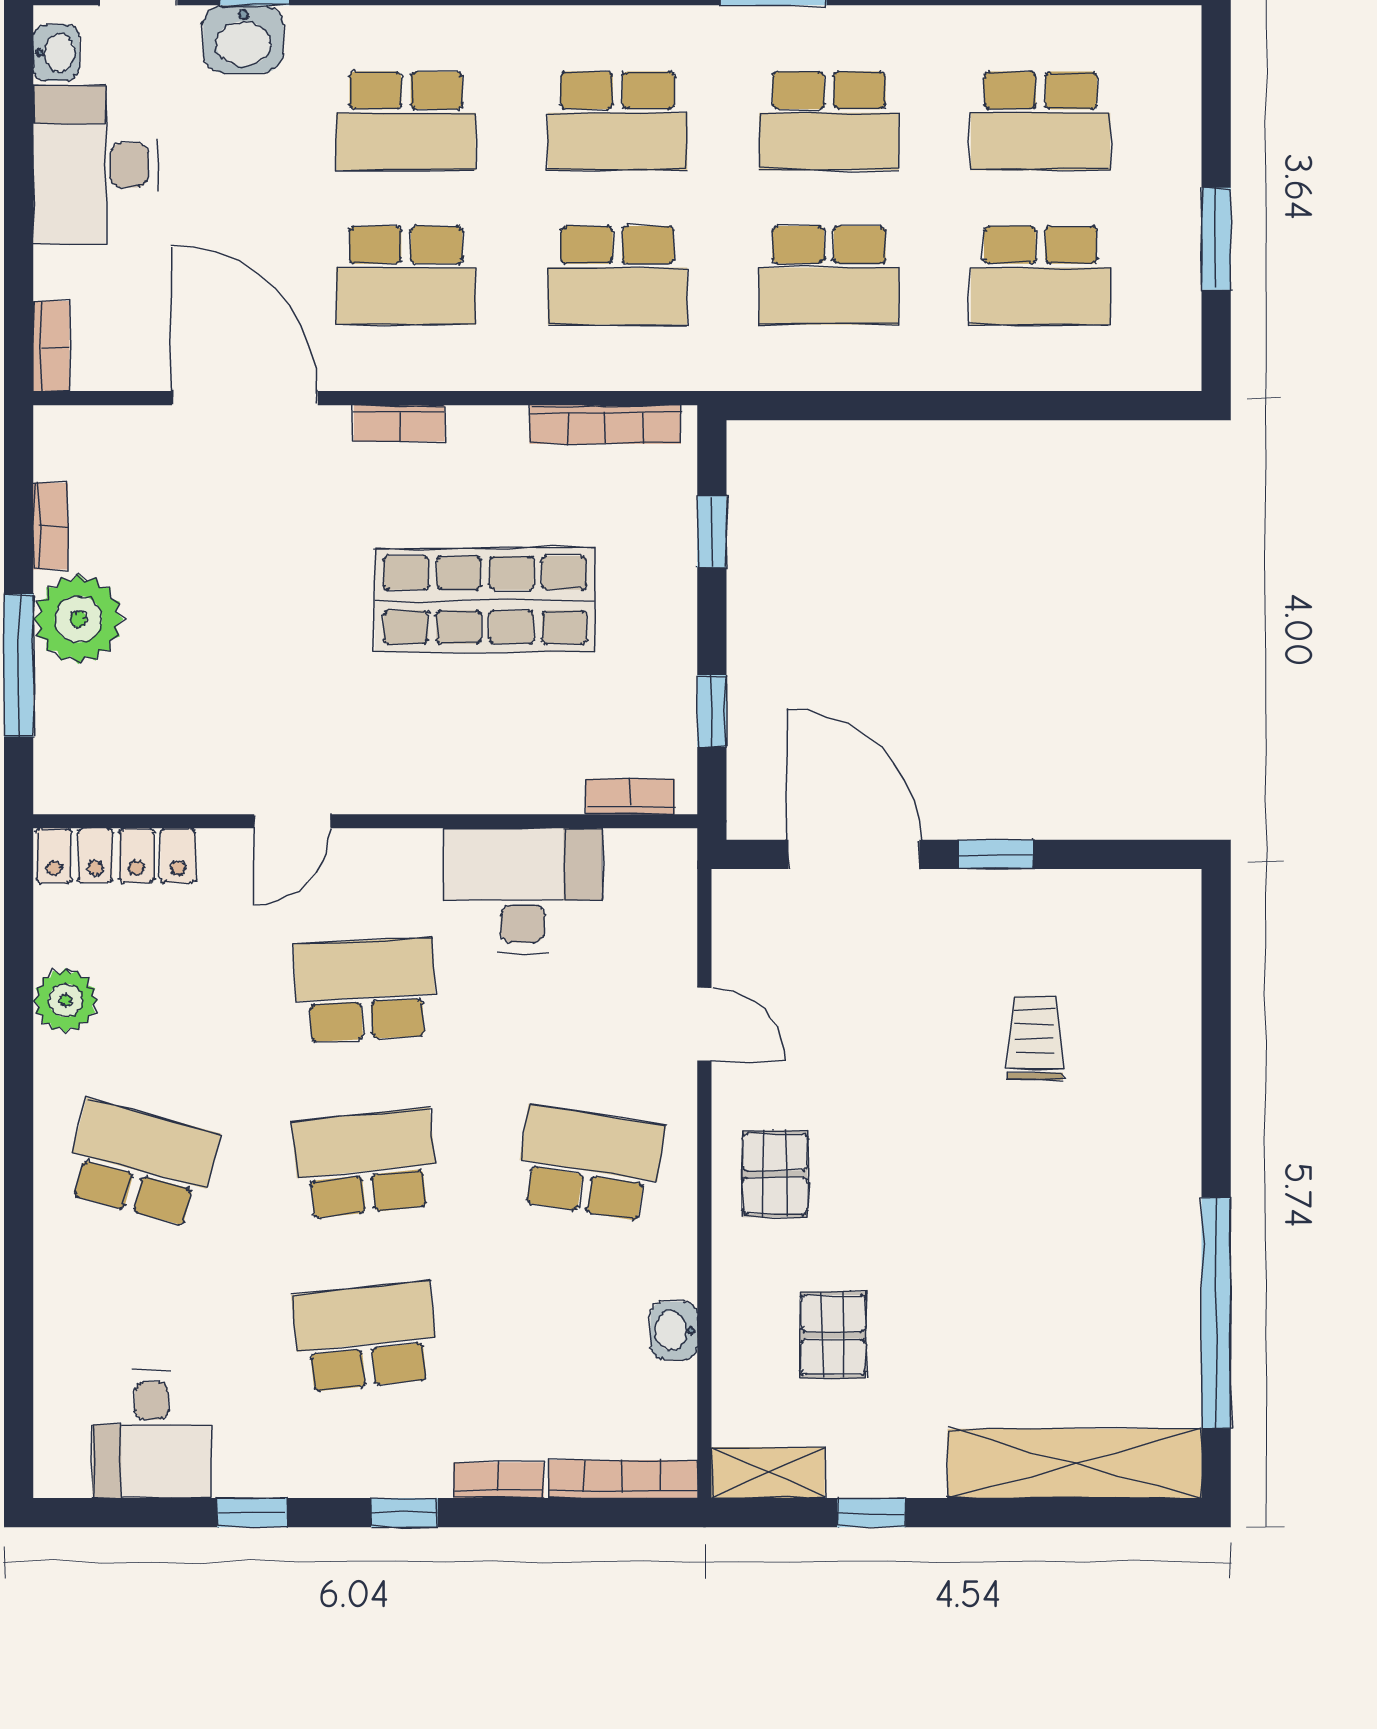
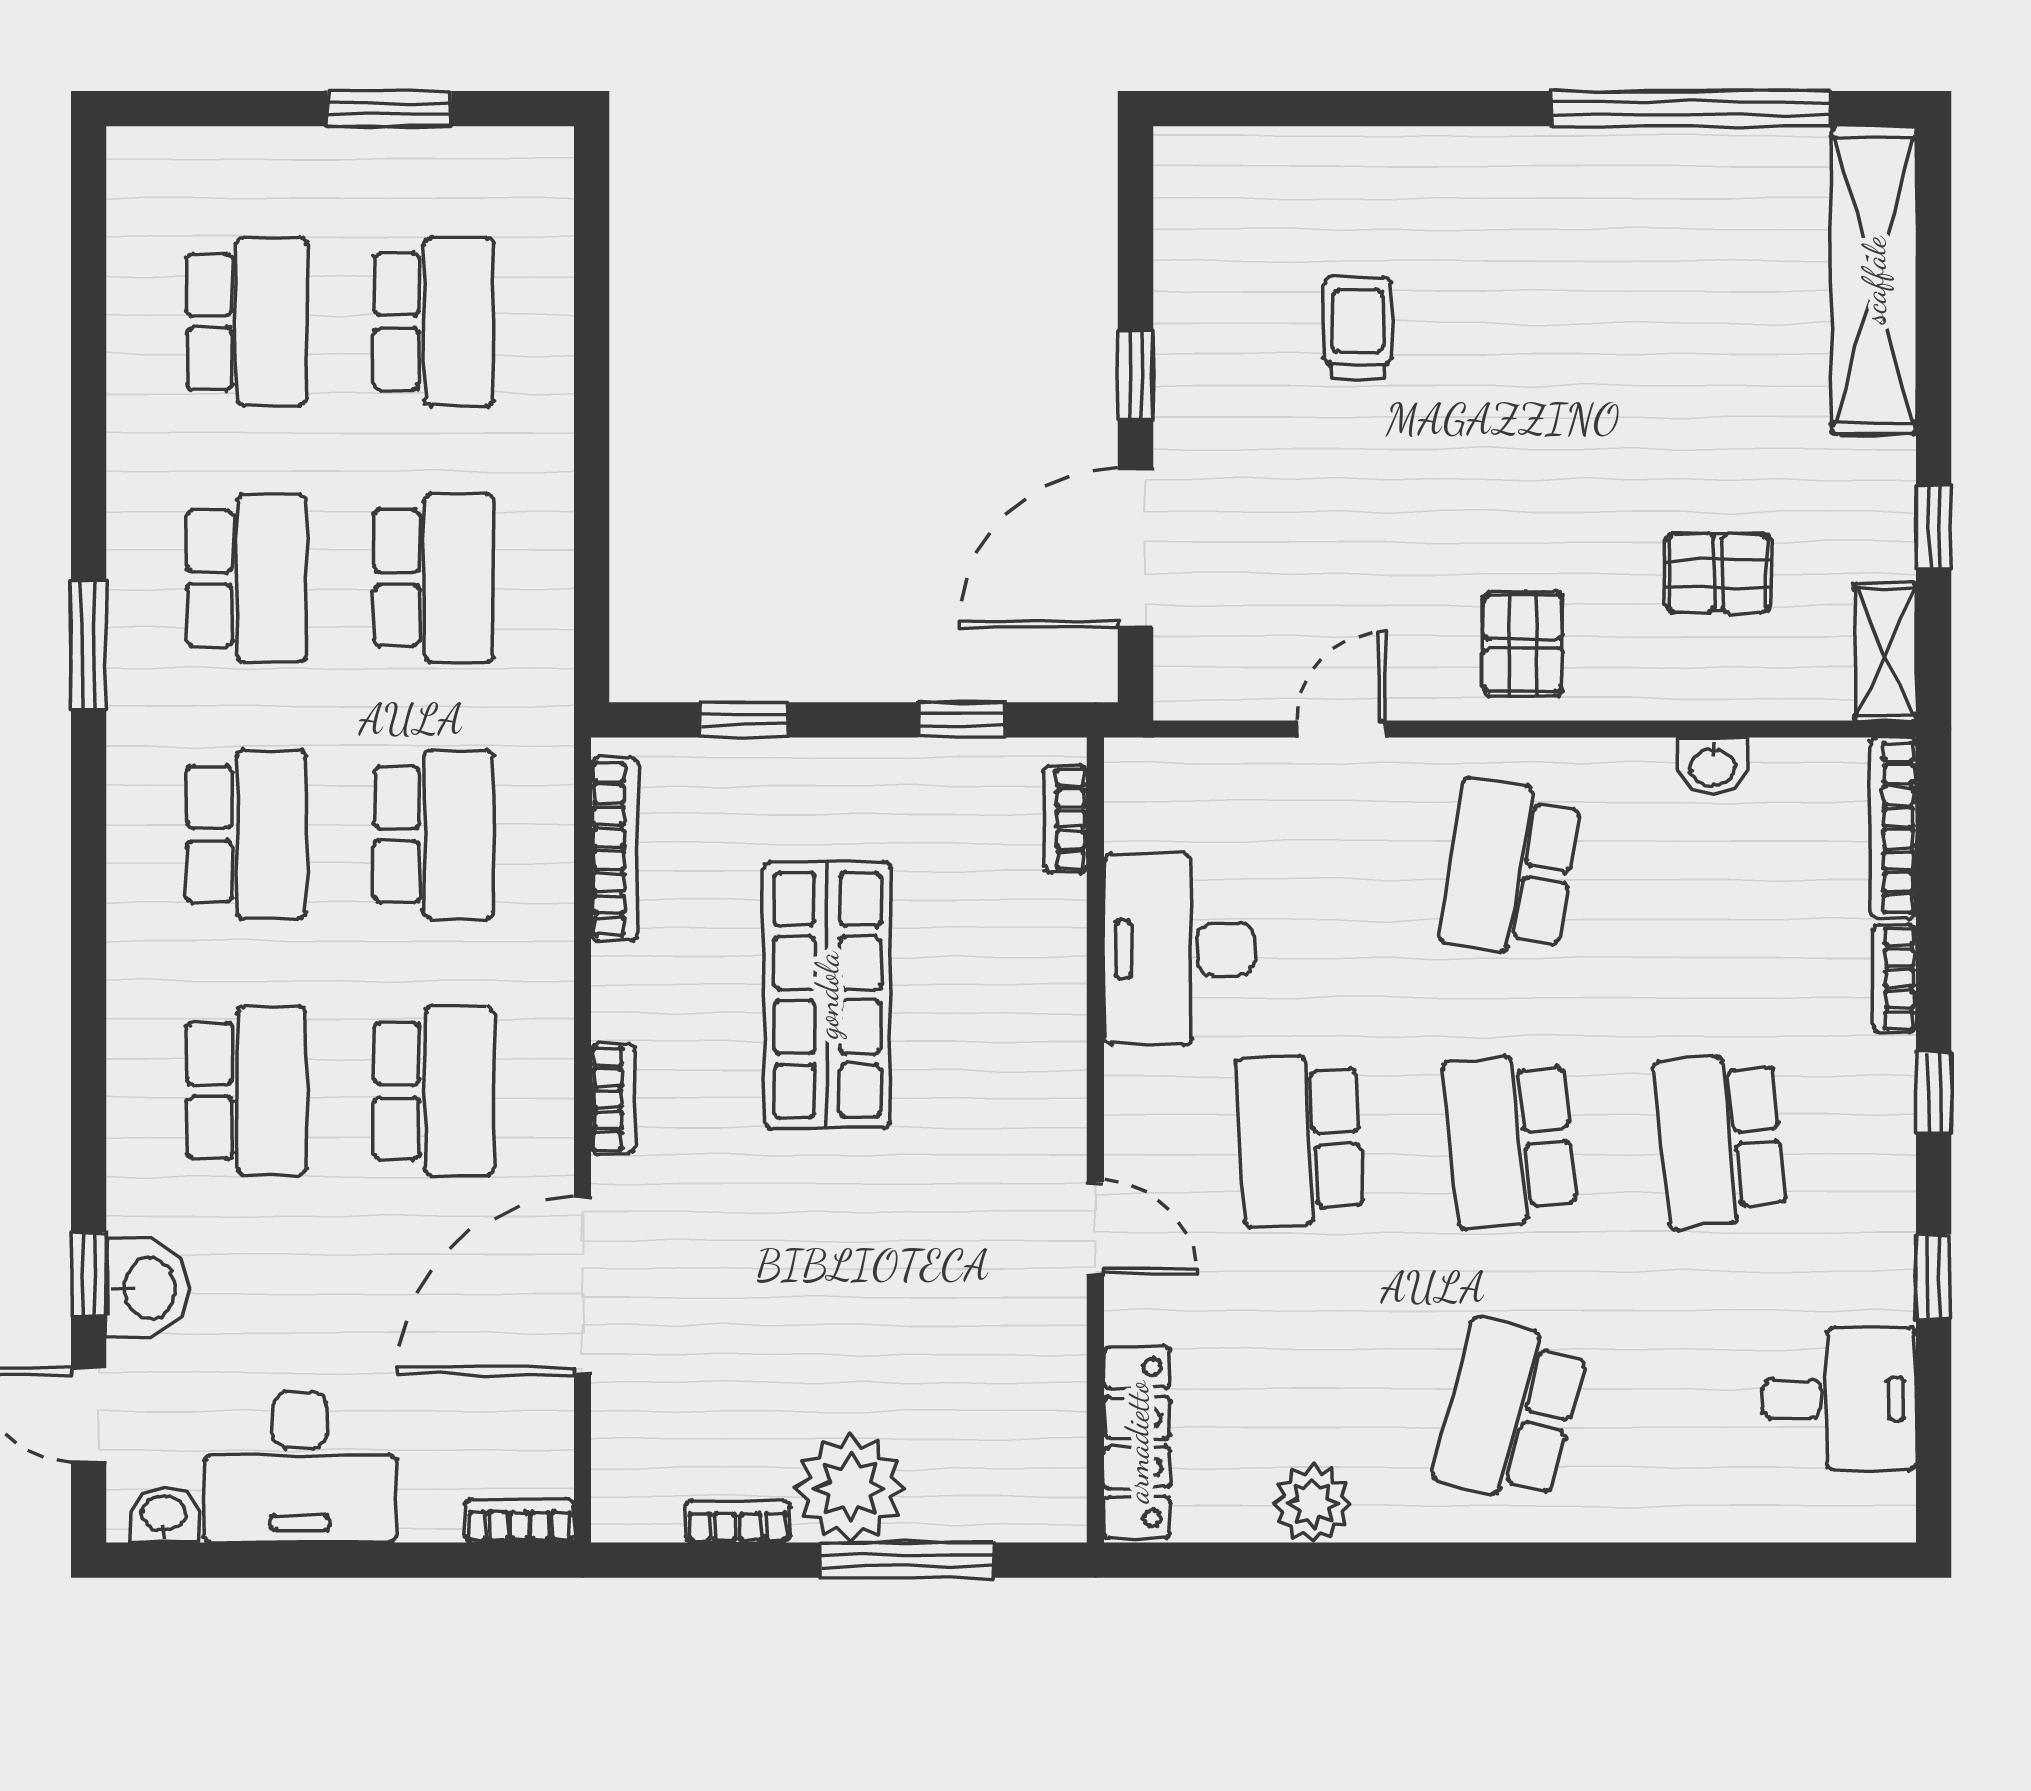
trolley: (1035, 1038) -> (1358, 328), turned 90
pallet: (775, 1174) -> (1523, 644), turned 90

